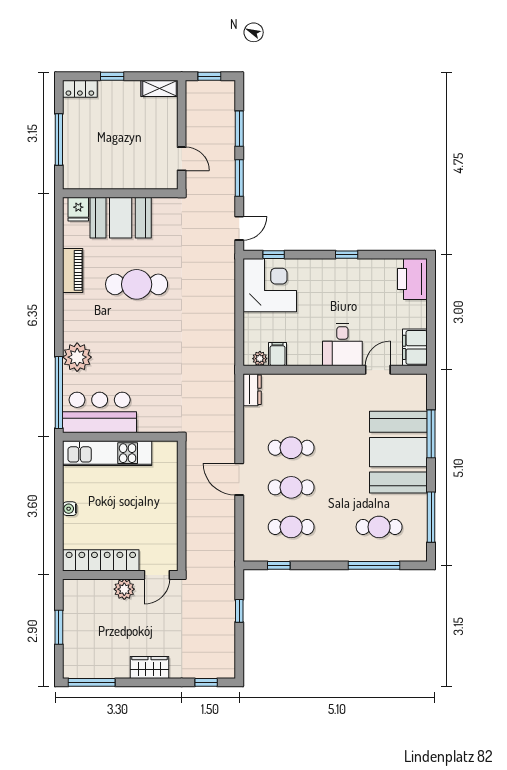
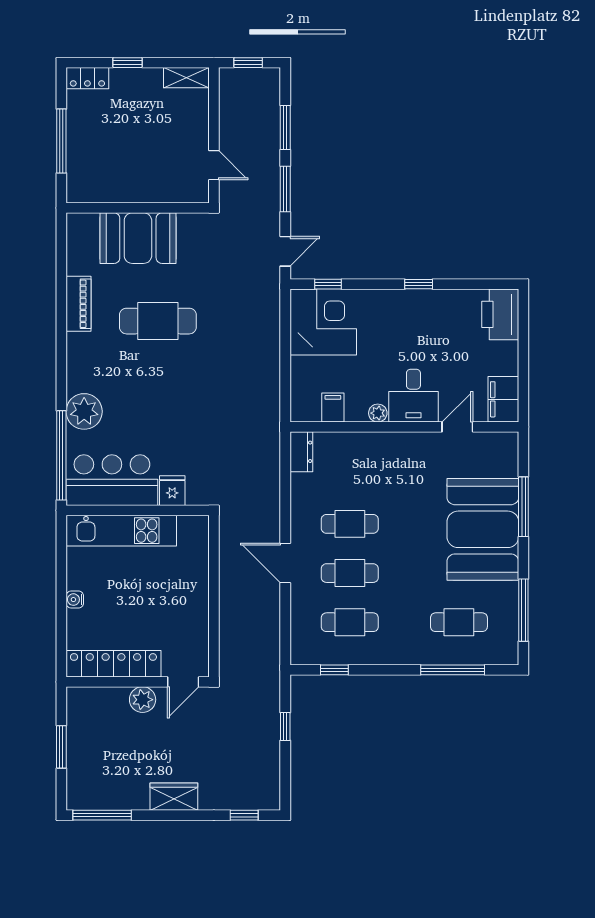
fridge: (78, 209) -> (172, 491), moved, turned 180
plant: (260, 359) -> (378, 413), moved

